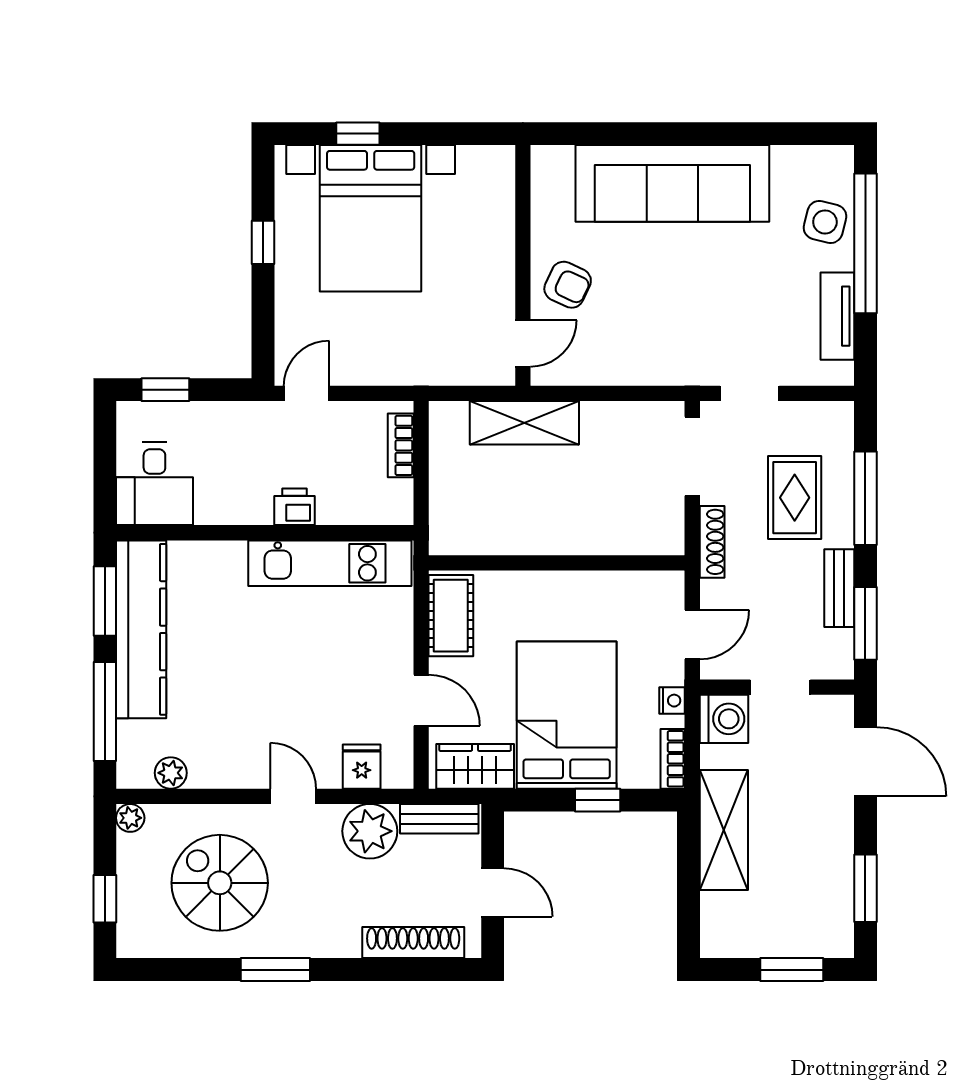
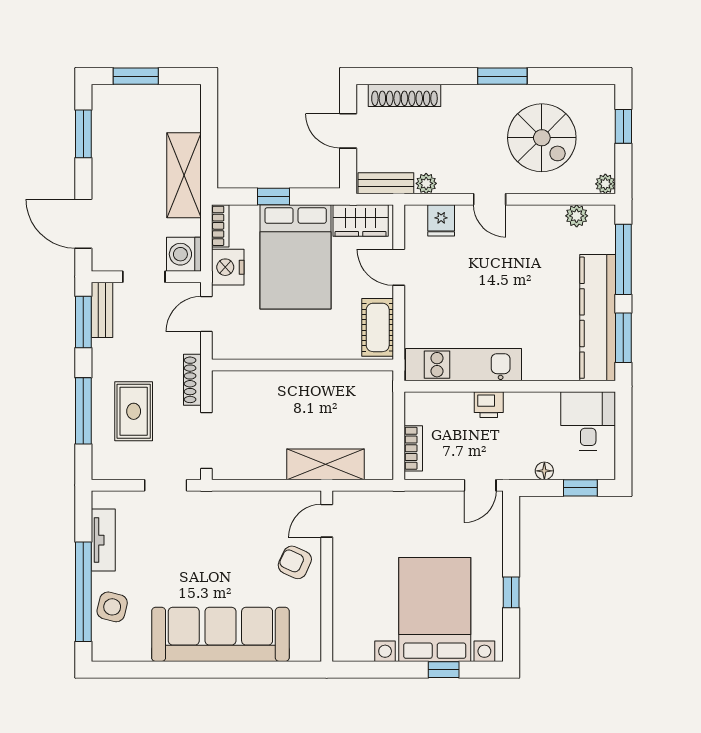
floor lamp: (216, 414) -> (544, 471), added
bench: (839, 588) -> (102, 310), moved
nightstand: (672, 701) -> (228, 267), width x1.89, depth x1.79
plant: (370, 831) -> (426, 183), width x0.53, depth x0.53

